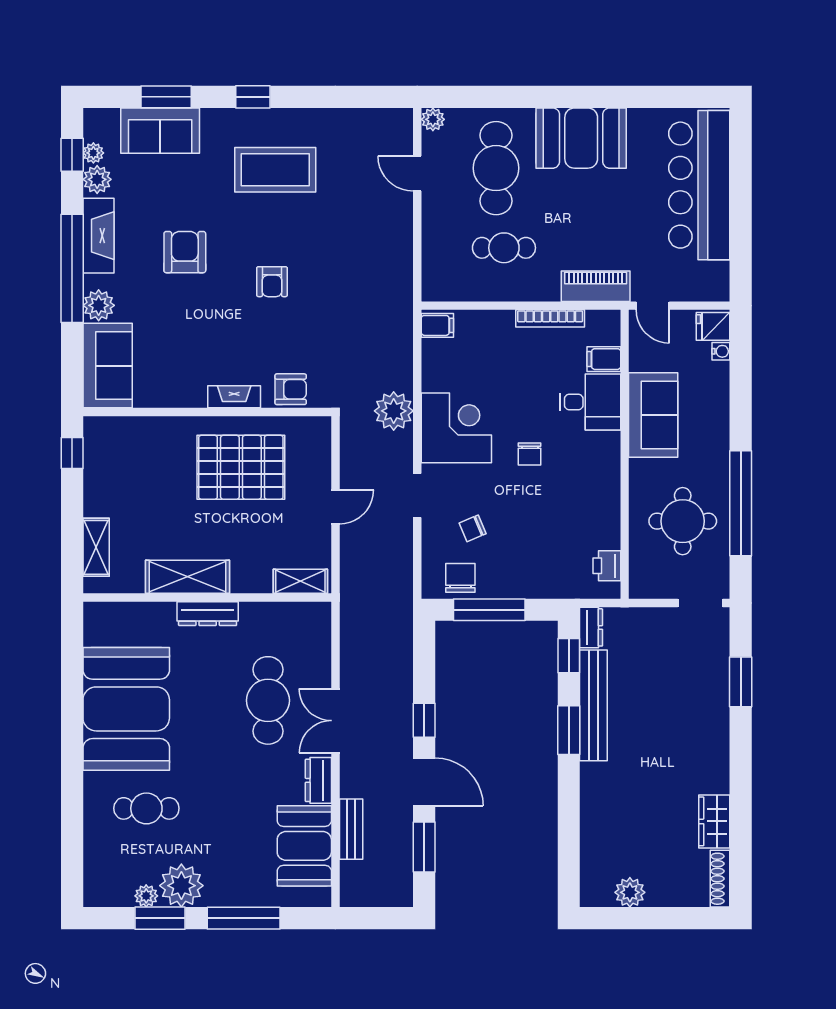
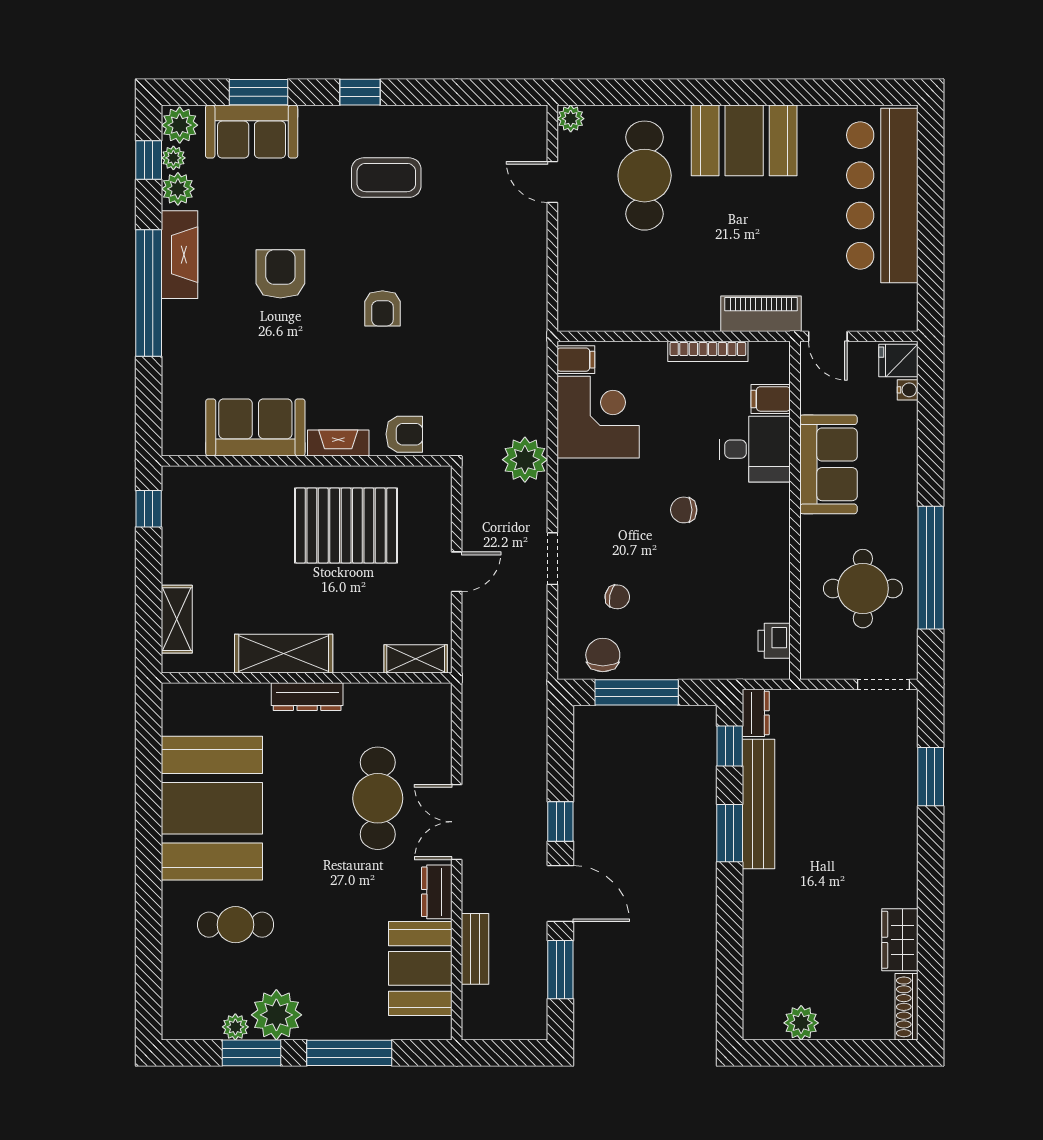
coffee table: (275, 170) -> (386, 178), width x0.73, depth x0.76
cafe table: (504, 248) -> (654, 269), removed
plant: (99, 305) -> (180, 125), moved
sofa: (108, 366) -> (255, 427), moved, turned -90
corner desk: (456, 428) -> (598, 417), moved
chair: (530, 454) -> (684, 510), turned 90
chair: (473, 528) -> (617, 597), turned -145

